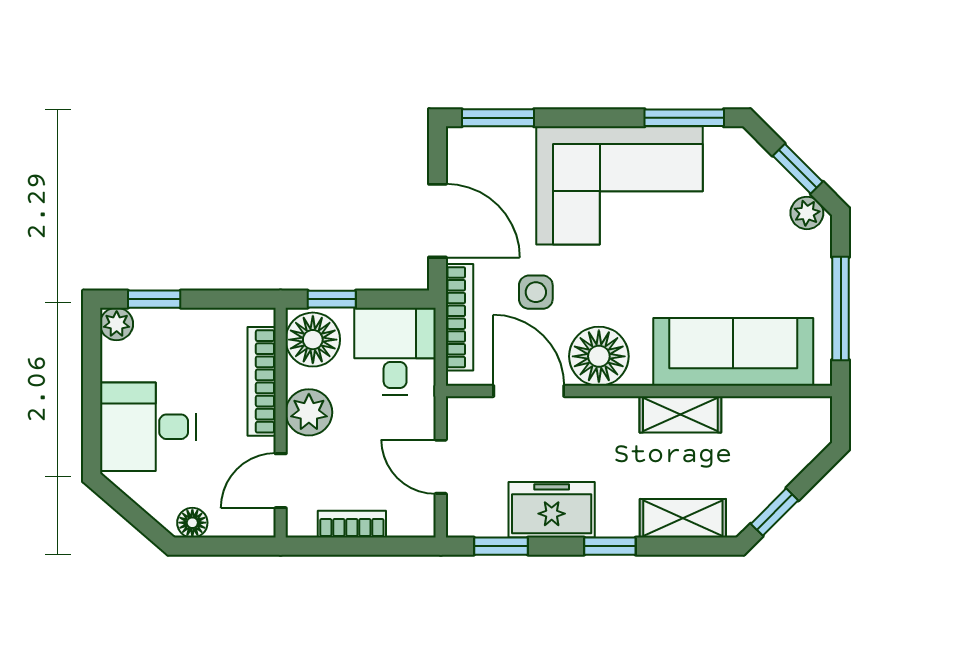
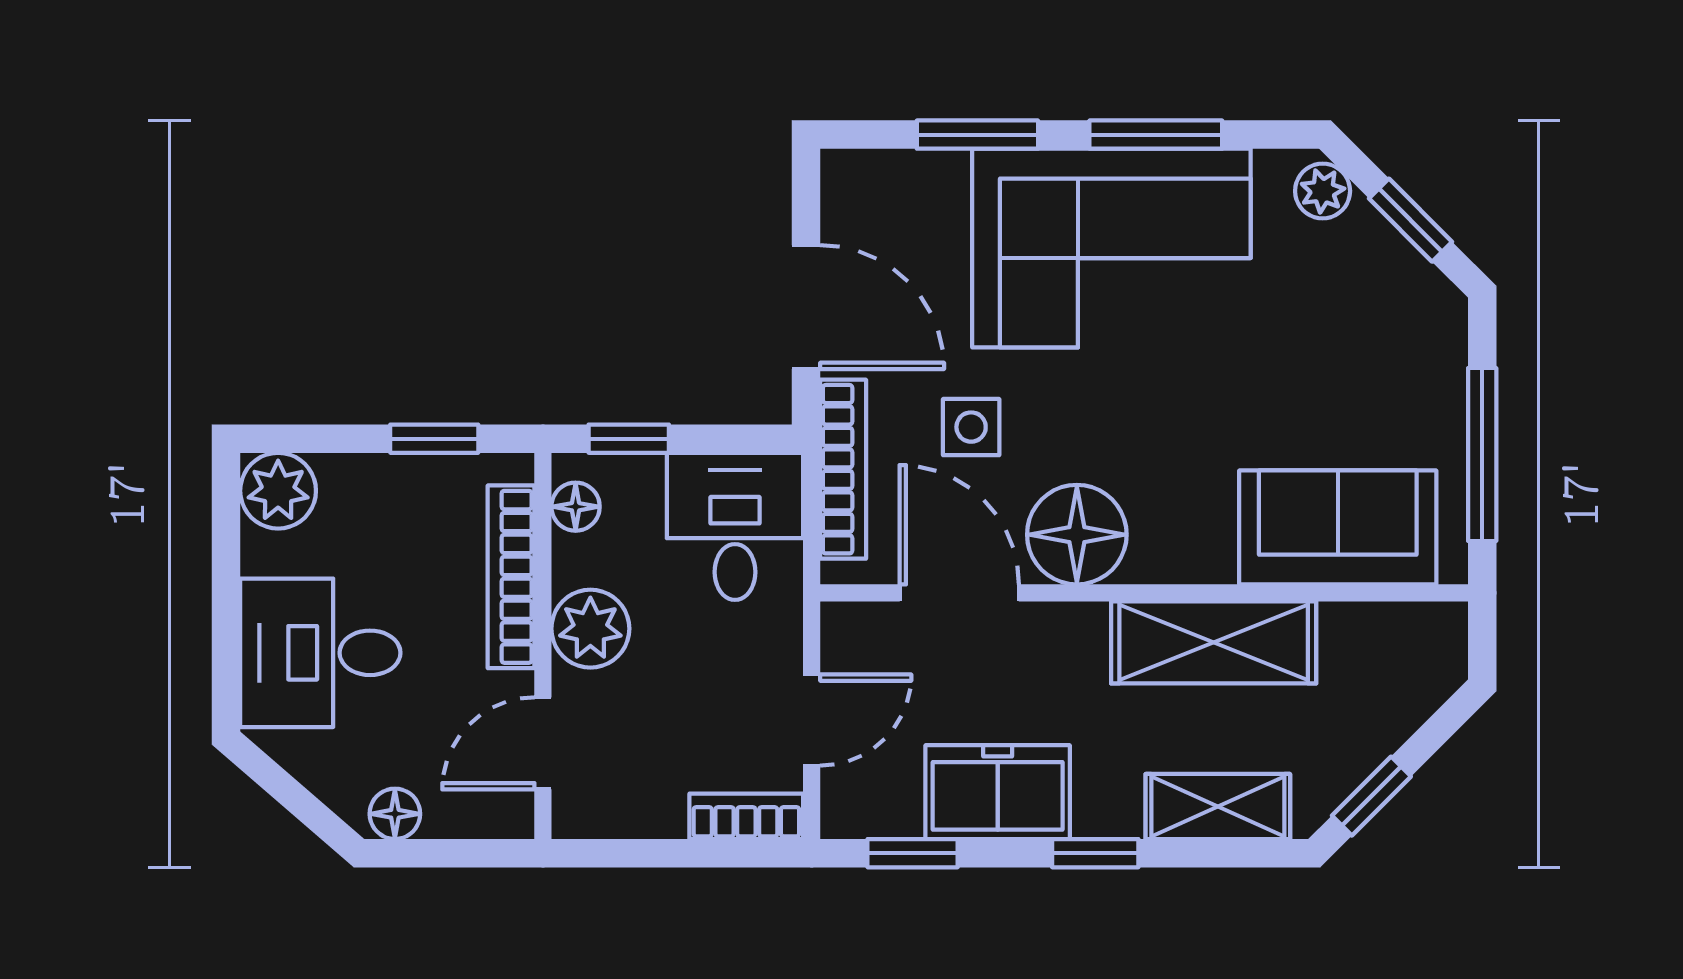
window: (498, 118) -> (977, 135), moved
window: (684, 118) -> (1156, 135), moved
plant: (807, 213) -> (1323, 191), moved
window: (154, 299) -> (434, 439), moved
plant: (117, 324) -> (278, 491), width x1.38, depth x1.38
floor lamp: (313, 340) -> (576, 507), width x0.53, depth x0.53
sofa: (733, 352) -> (1338, 527), width x0.73
shelving: (680, 414) -> (1214, 642), width x1.50, depth x1.33
door: (441, 467) -> (812, 720), swing flipped
bookcase: (352, 524) -> (746, 816), moved

